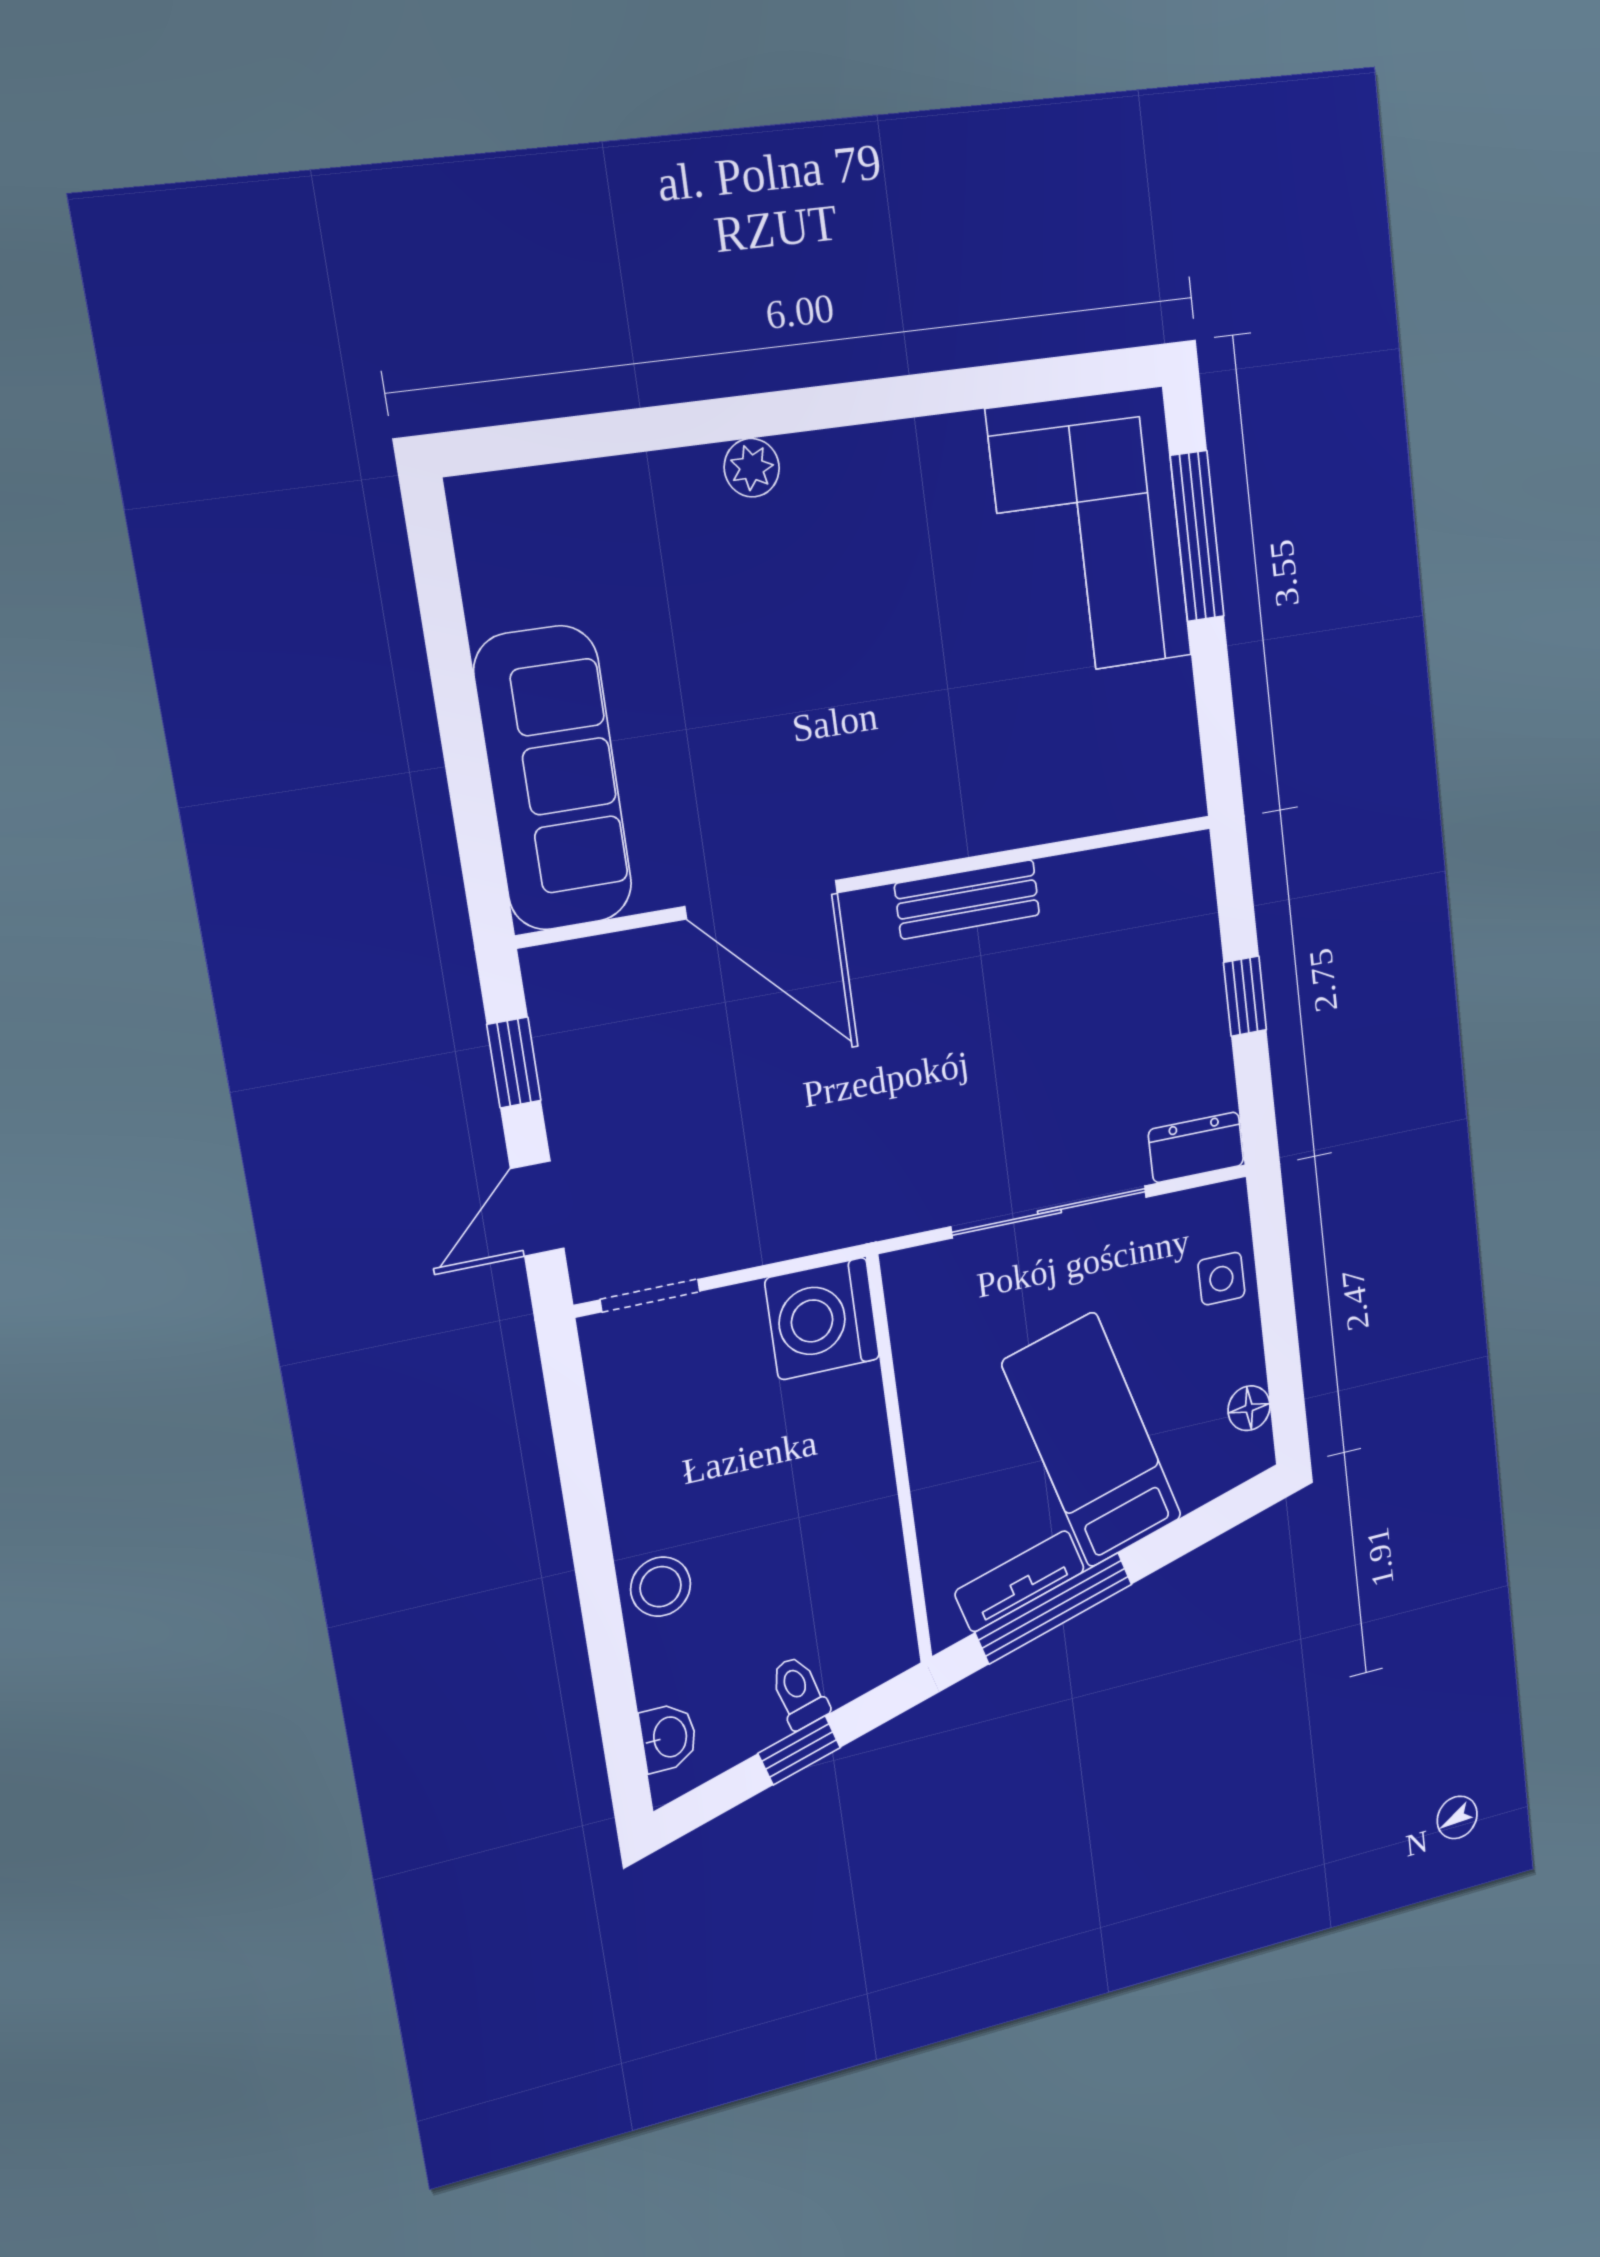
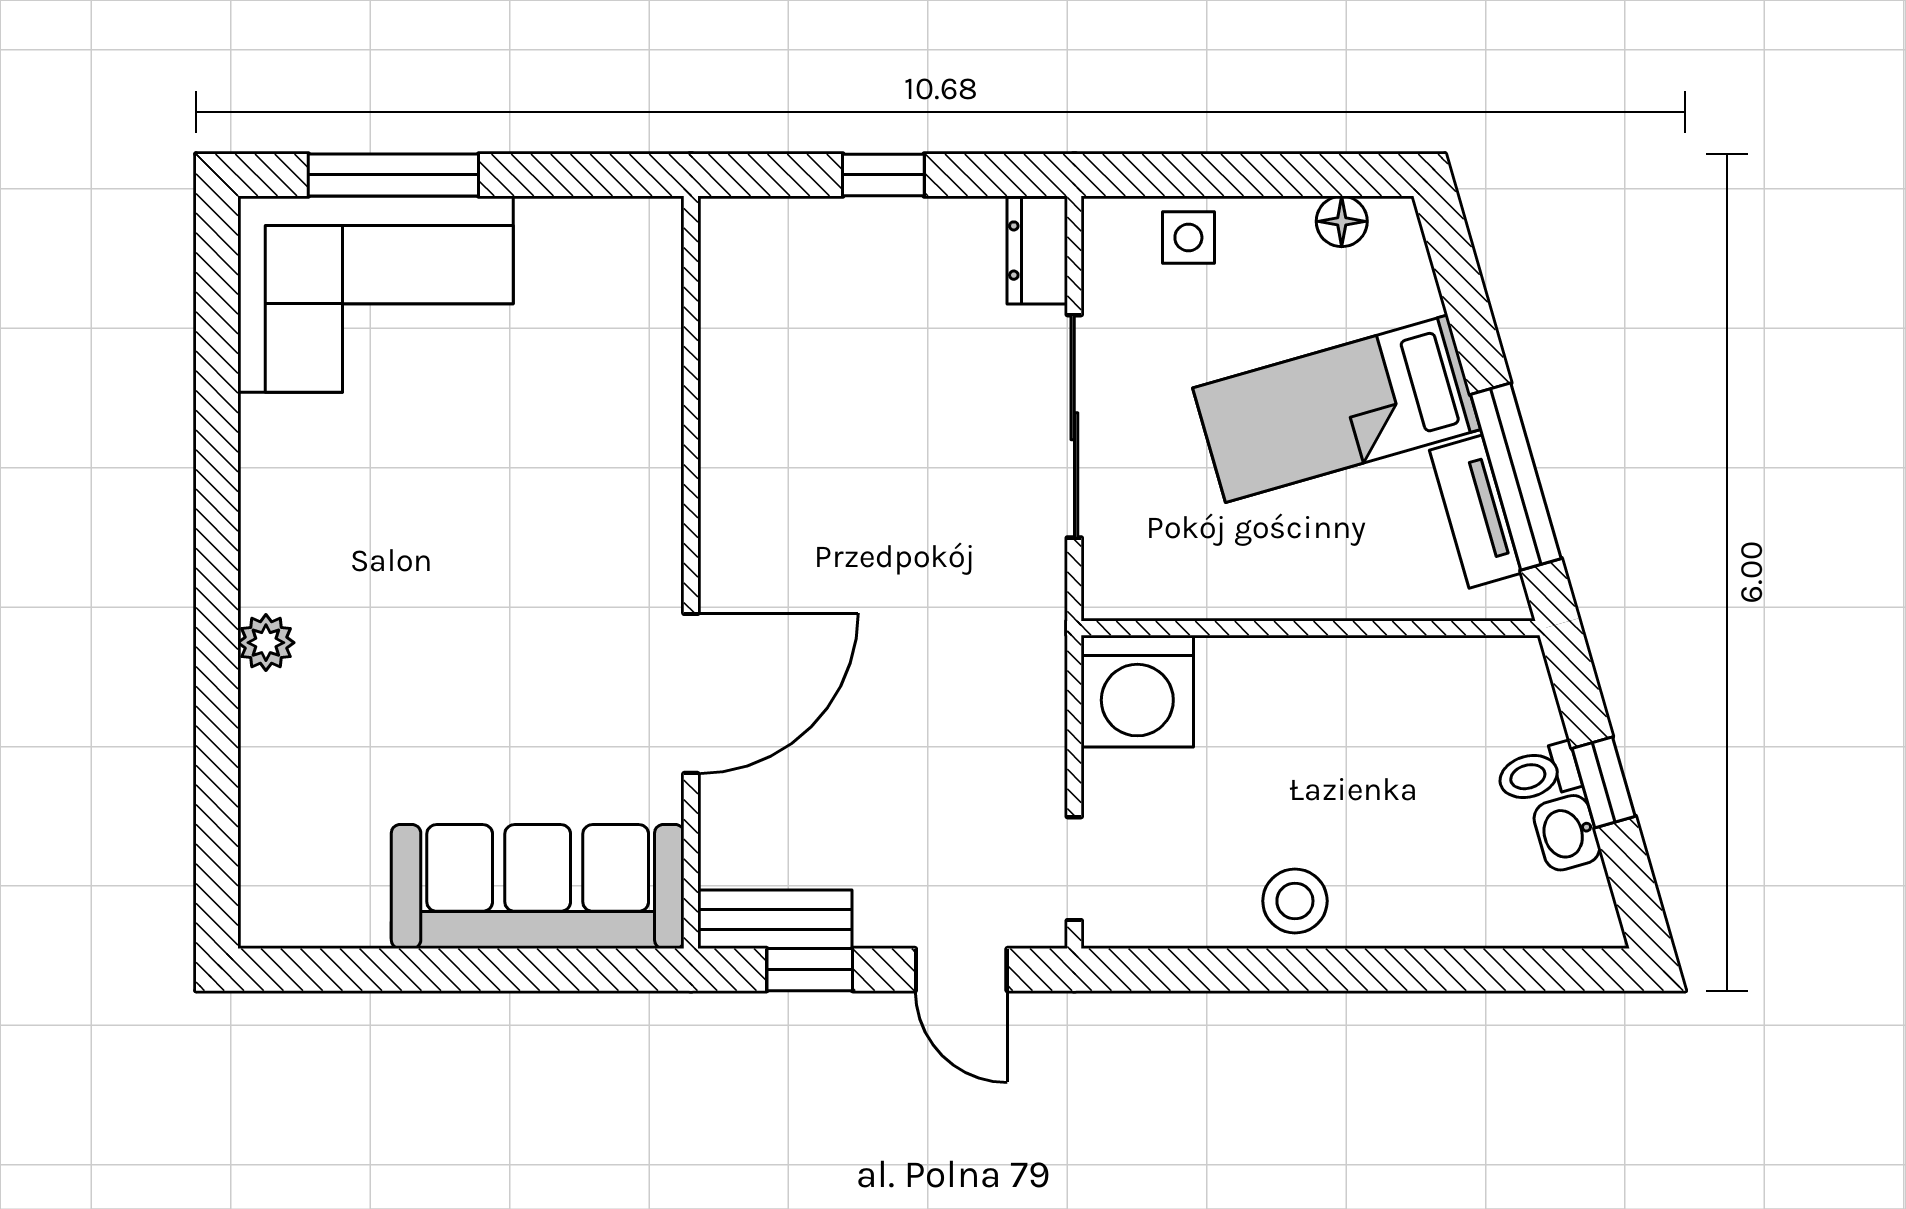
bench: (967, 899) -> (775, 919), moved, turned 90
stool: (661, 1587) -> (1295, 901), moved
washbasin: (669, 1737) -> (1567, 833), moved, turned -106

